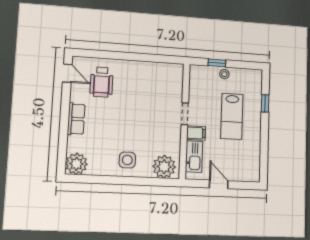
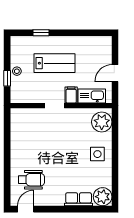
row of seats: (76, 119) -> (79, 199), moved

